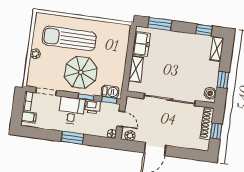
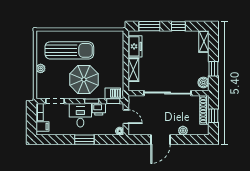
window: (204, 30) -> (178, 26), moved
sun lounger: (69, 38) -> (69, 50), turned 180
plant: (130, 136) -> (183, 131), moved

